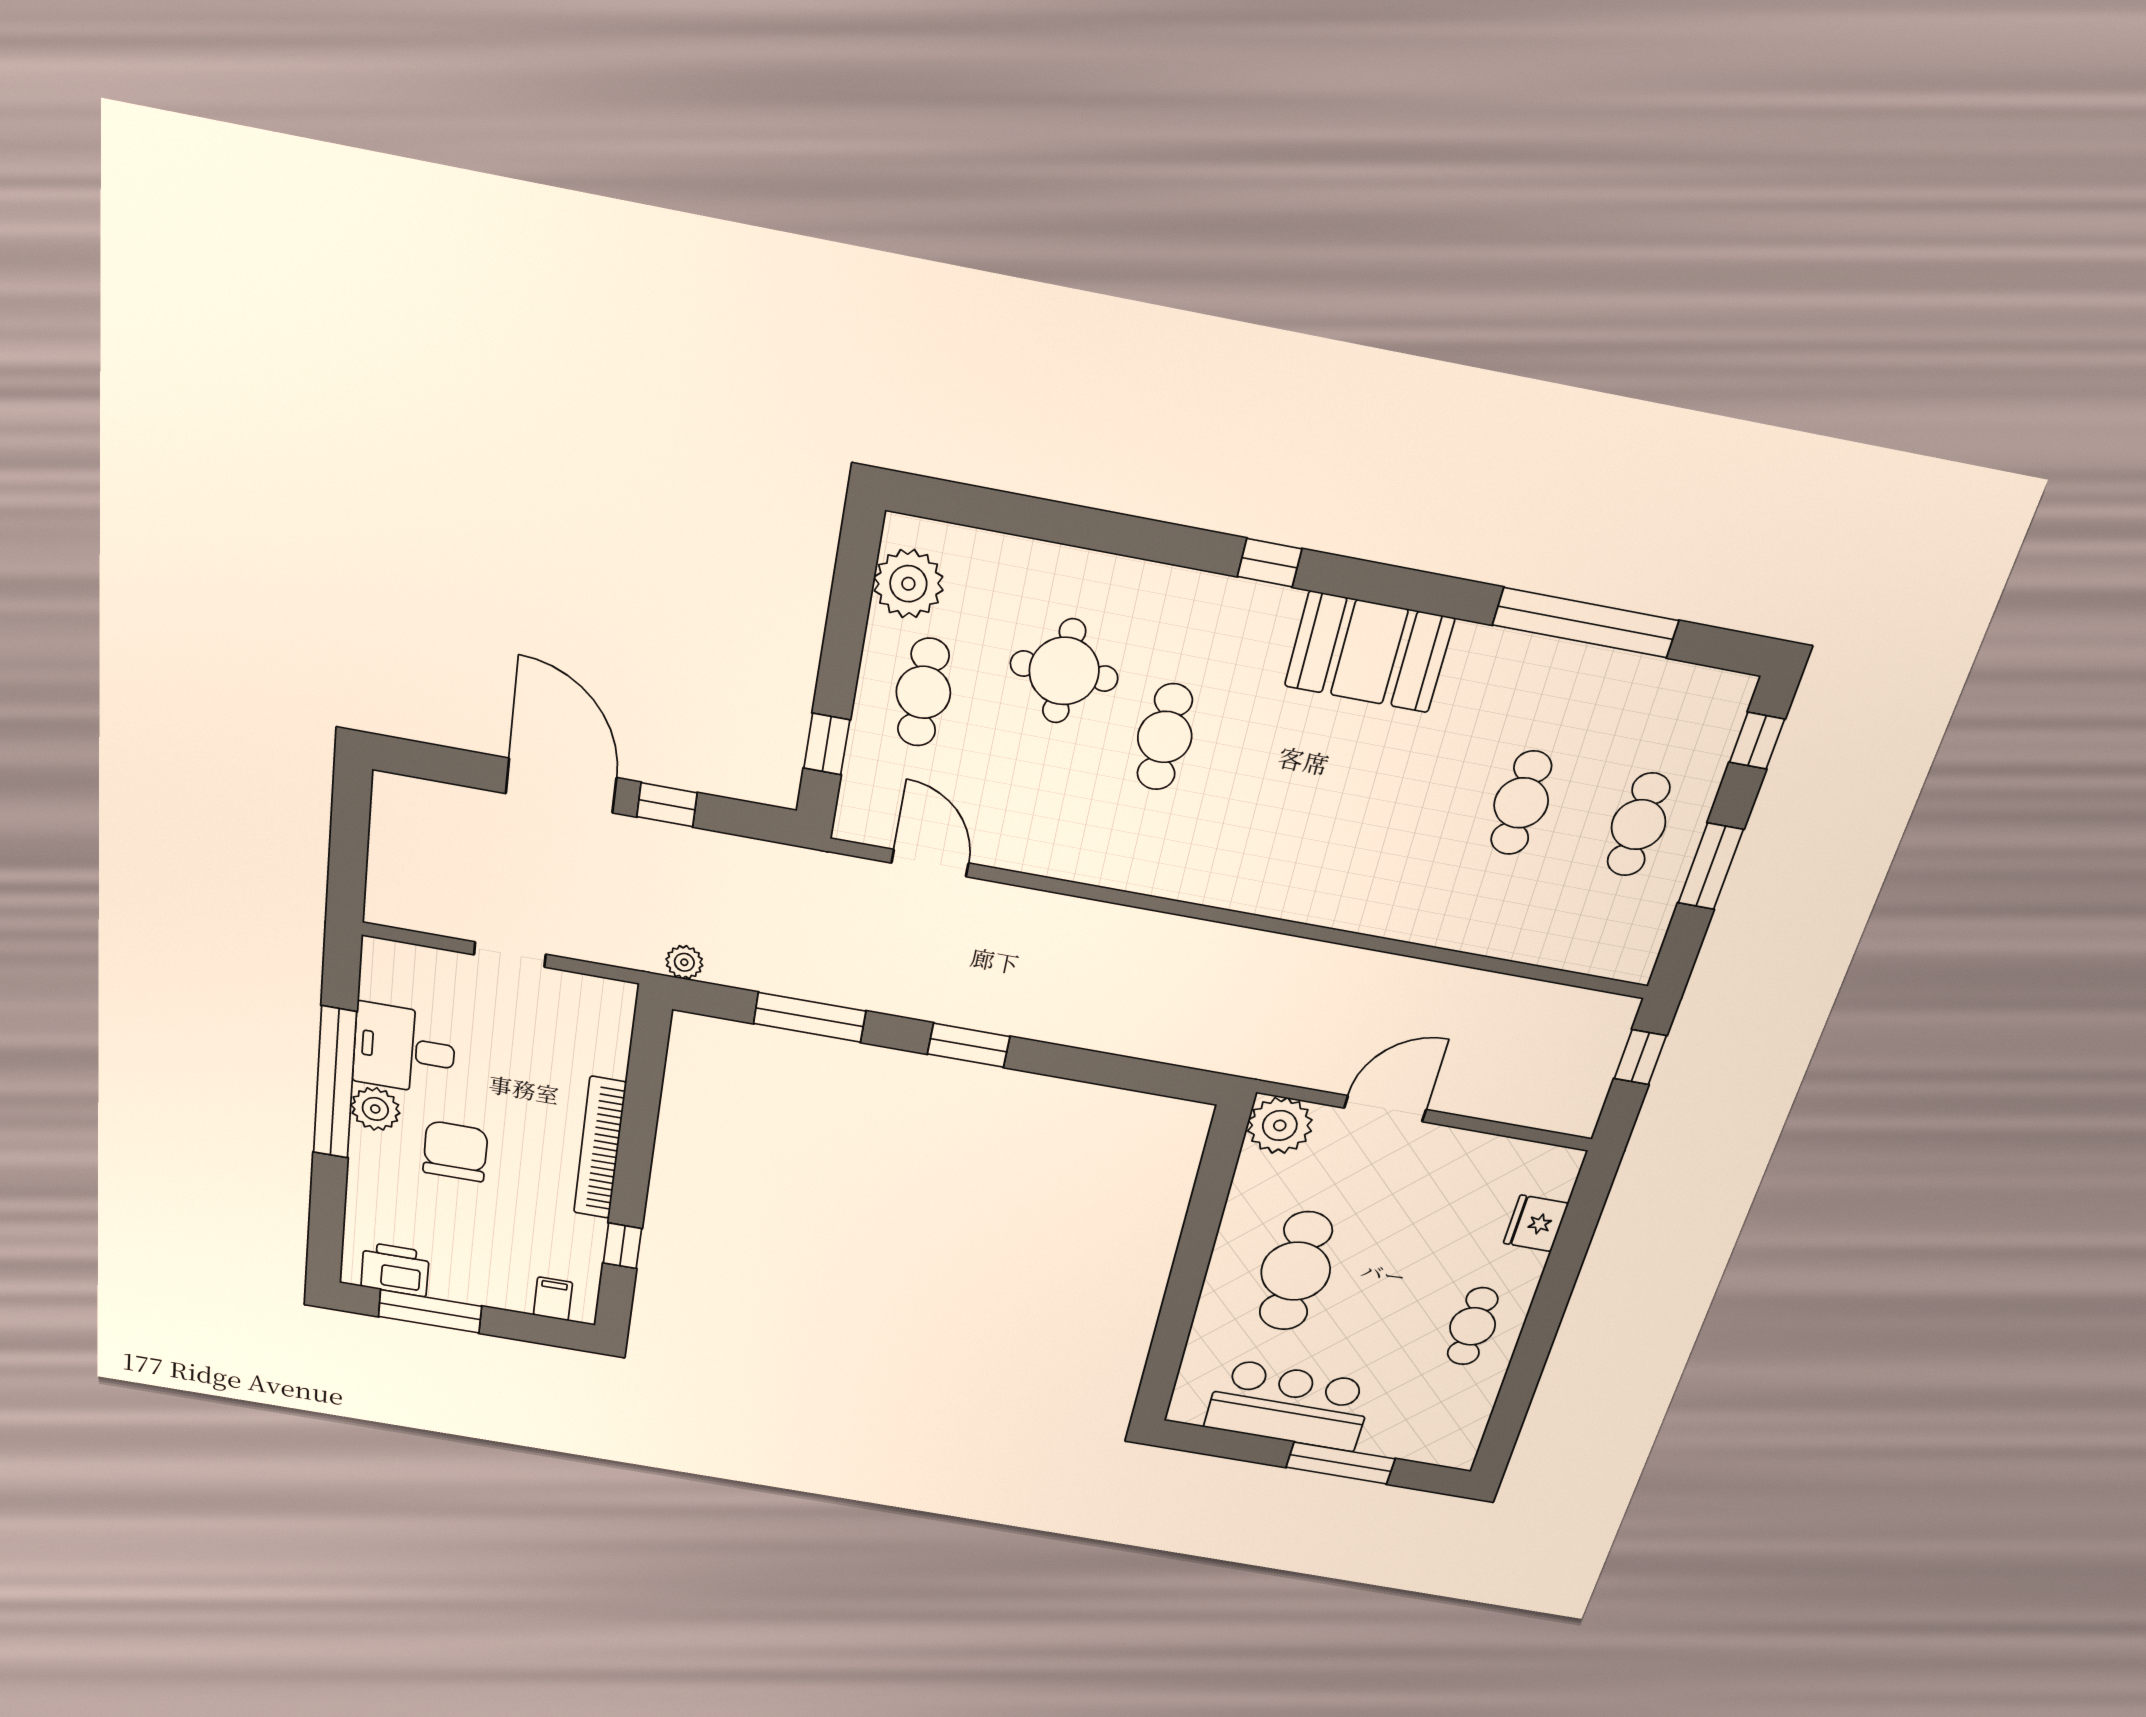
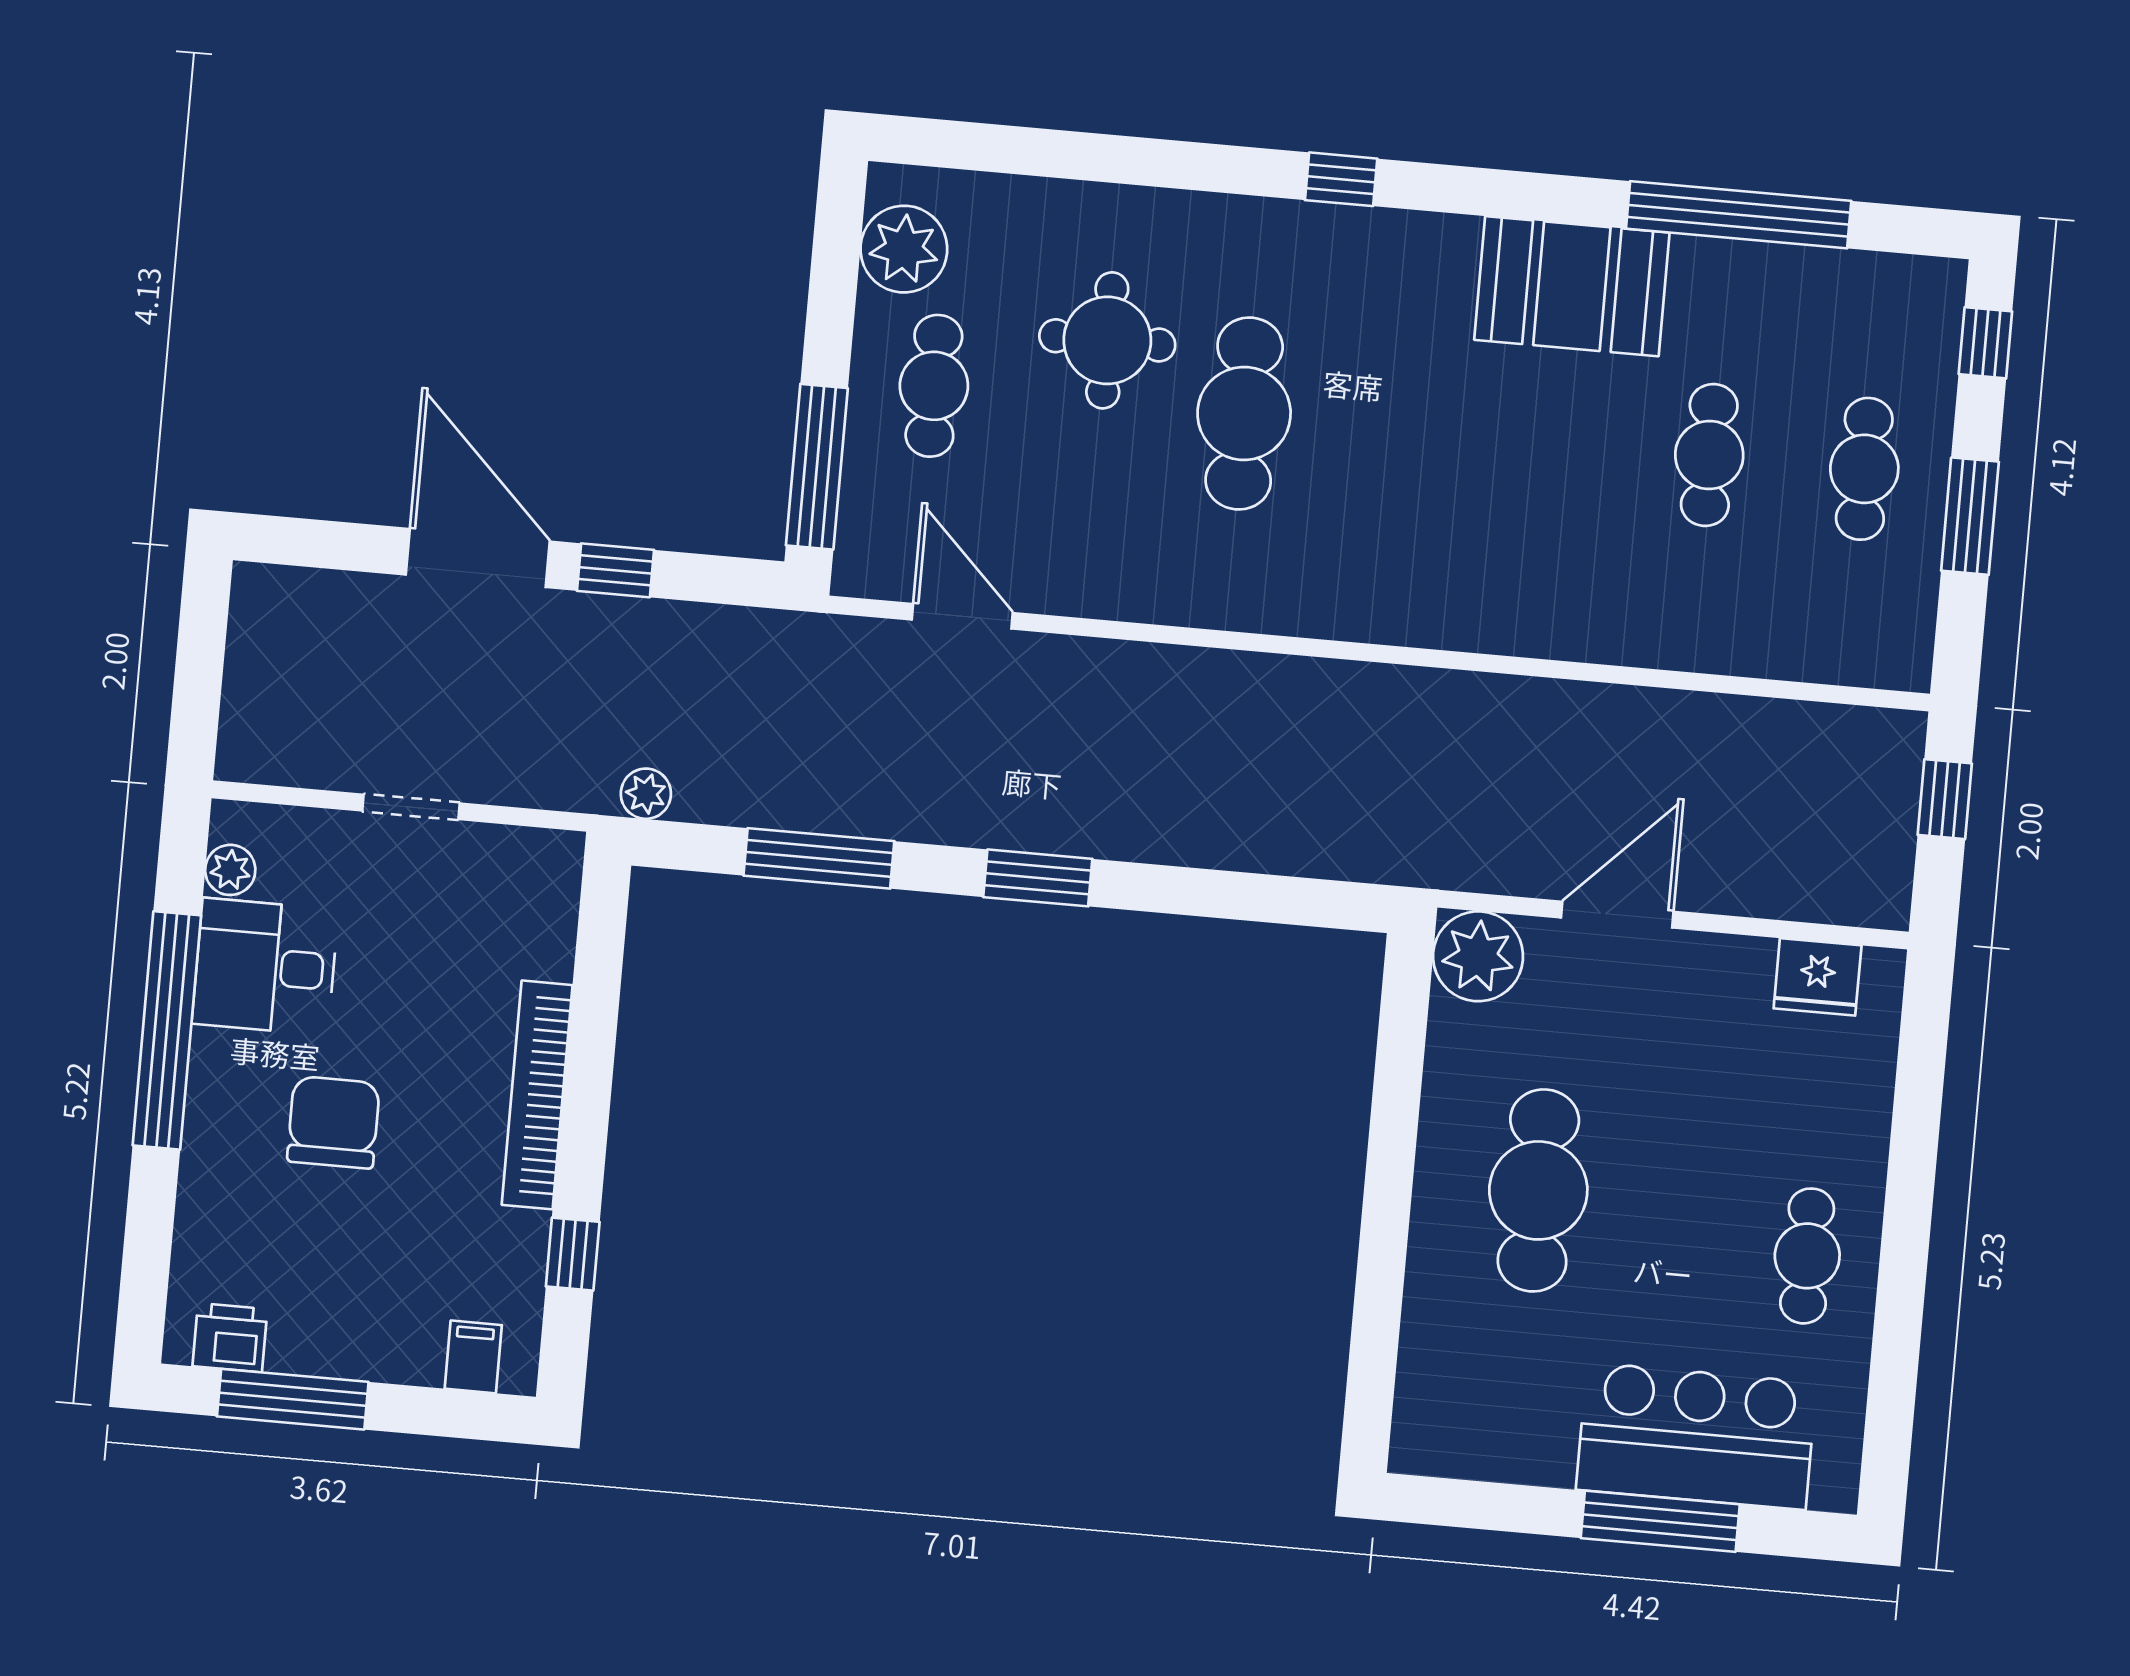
booth: (1369, 652) -> (1572, 286), moved
cafe table: (1165, 737) -> (1244, 414), width x1.37, depth x1.35
window: (827, 744) -> (817, 467), width x2.17
plant: (375, 1109) -> (230, 870), moved, width x0.73, depth x0.73
fridge: (1536, 1223) -> (1818, 977), moved, turned -90
printer: (395, 1269) -> (230, 1338), width x0.73, depth x0.81
bar counter: (1289, 1405) -> (1696, 1436), moved

